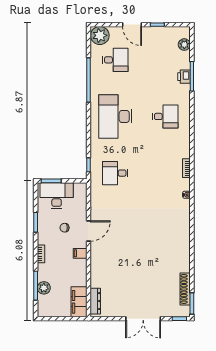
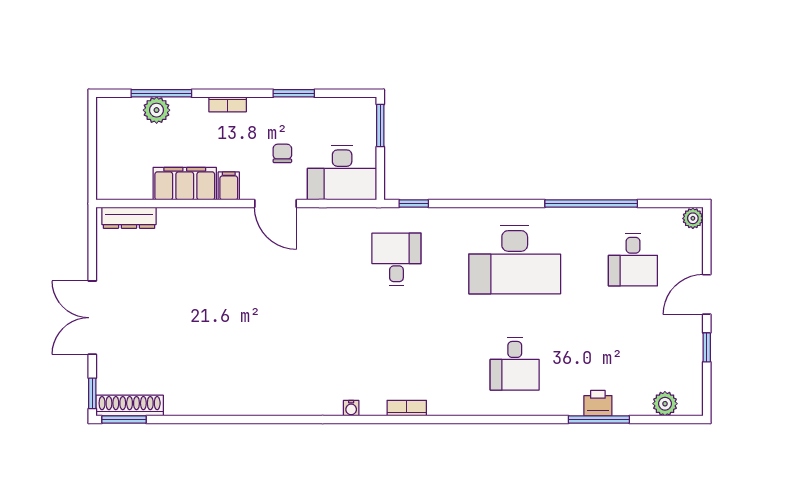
plant: (100, 35) -> (693, 218), width x0.53, depth x0.53
desk: (115, 116) -> (515, 260), turned 180
desk: (57, 196) -> (342, 173), moved, turned 90
shoe rack: (185, 289) -> (130, 406), moved
filing cabinet: (79, 302) -> (185, 184), moved

